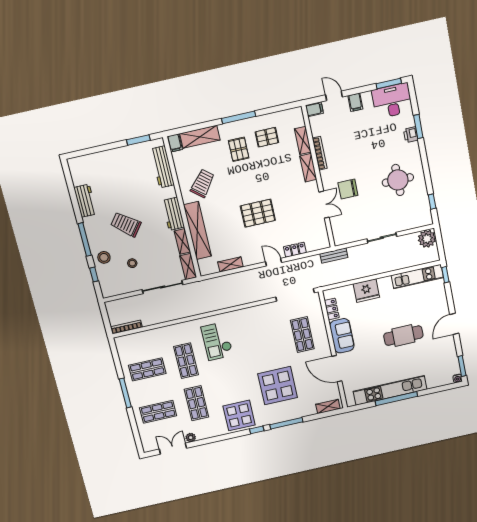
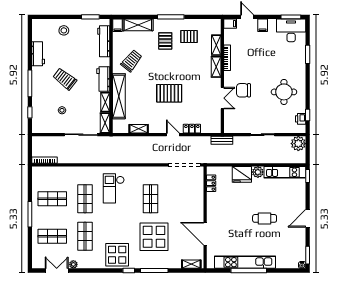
printer: (411, 135) -> (301, 119), moved
stool: (104, 257) -> (64, 30), moved
plant: (385, 284) -> (258, 172), added
shop shelf: (302, 335) -> (150, 199), moved
sofa: (342, 336) -> (215, 207), removed
cafe table: (403, 336) -> (265, 218), width x0.73, depth x0.74

